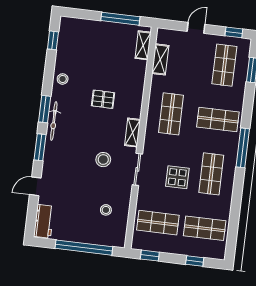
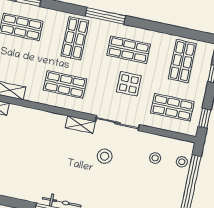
stool: (63, 79) -> (182, 162), moved
pallet: (103, 99) -> (44, 151), removed
sliding door: (137, 169) -> (117, 123), width x1.37
shop shelf: (158, 223) -> (172, 107), turned 90

